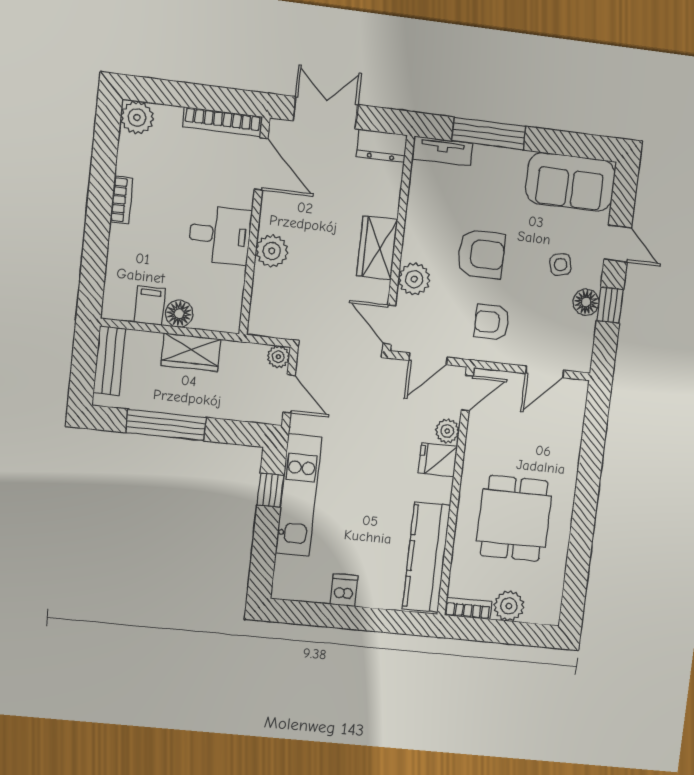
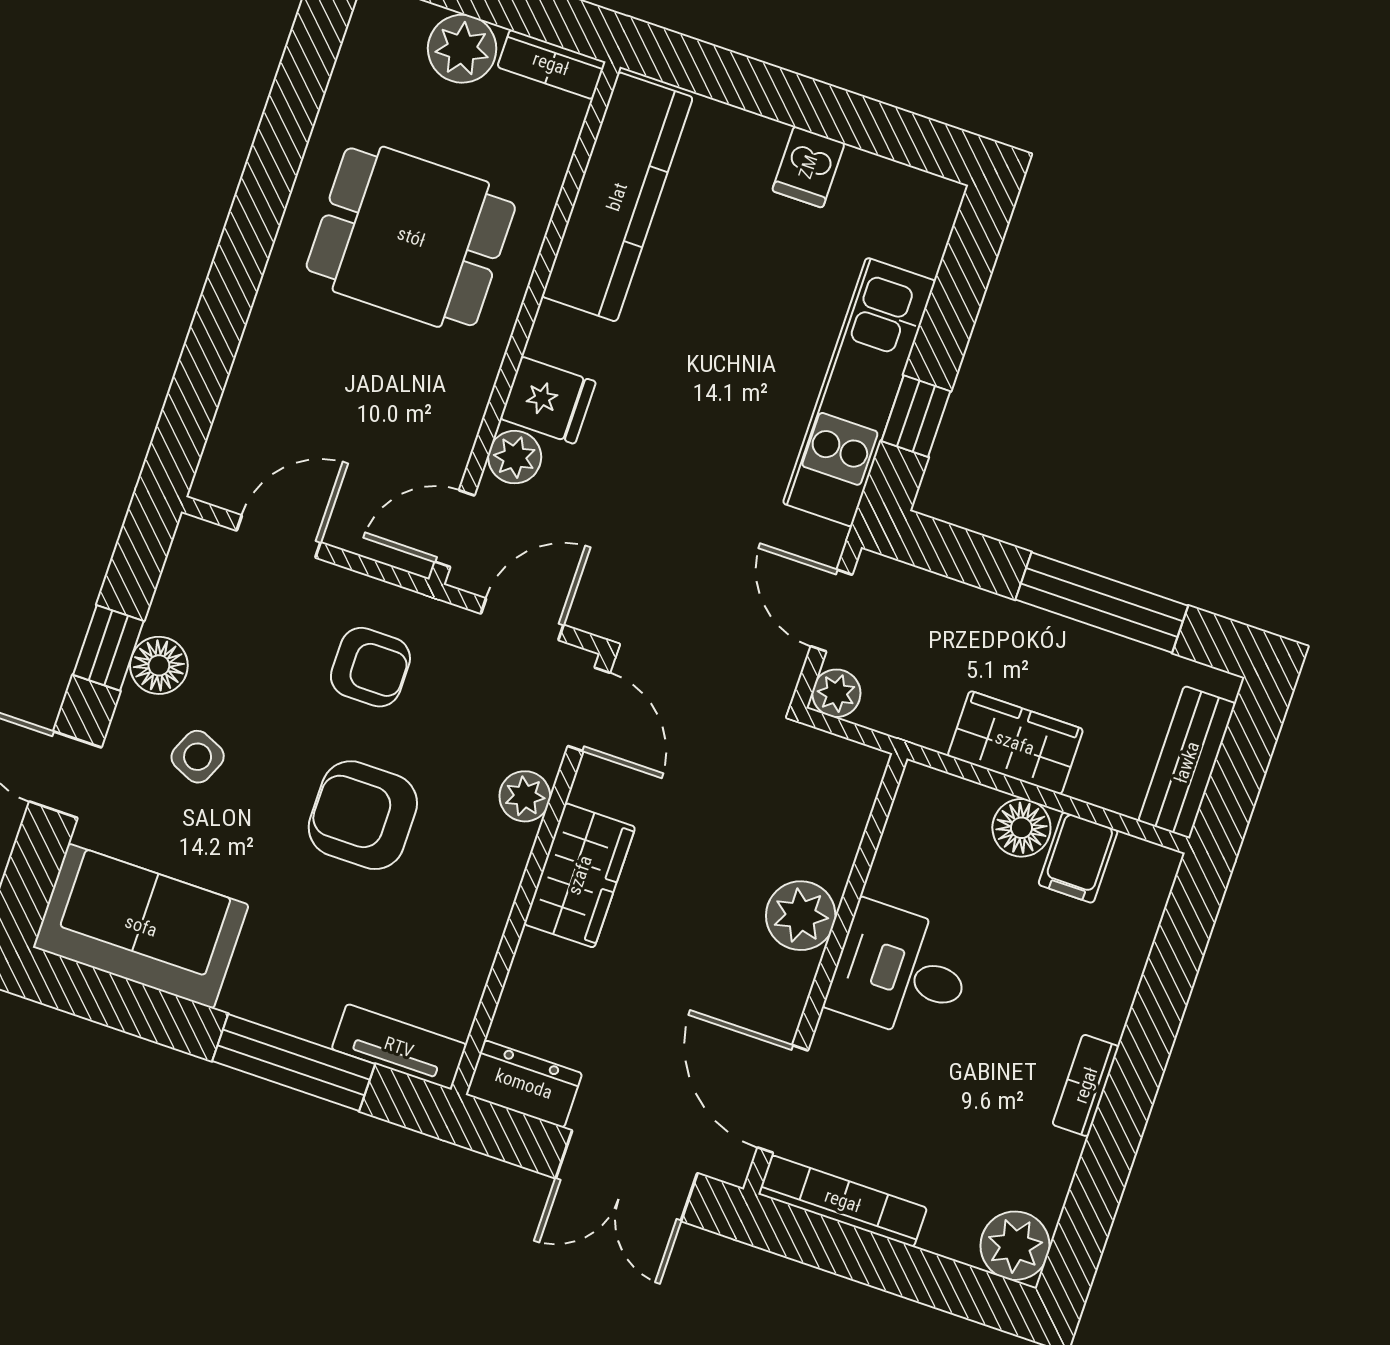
side table: (561, 265) -> (198, 757), turned 38
plant: (414, 279) -> (525, 796), width x0.73, depth x0.73
dining table: (514, 518) -> (411, 237), turned 90

